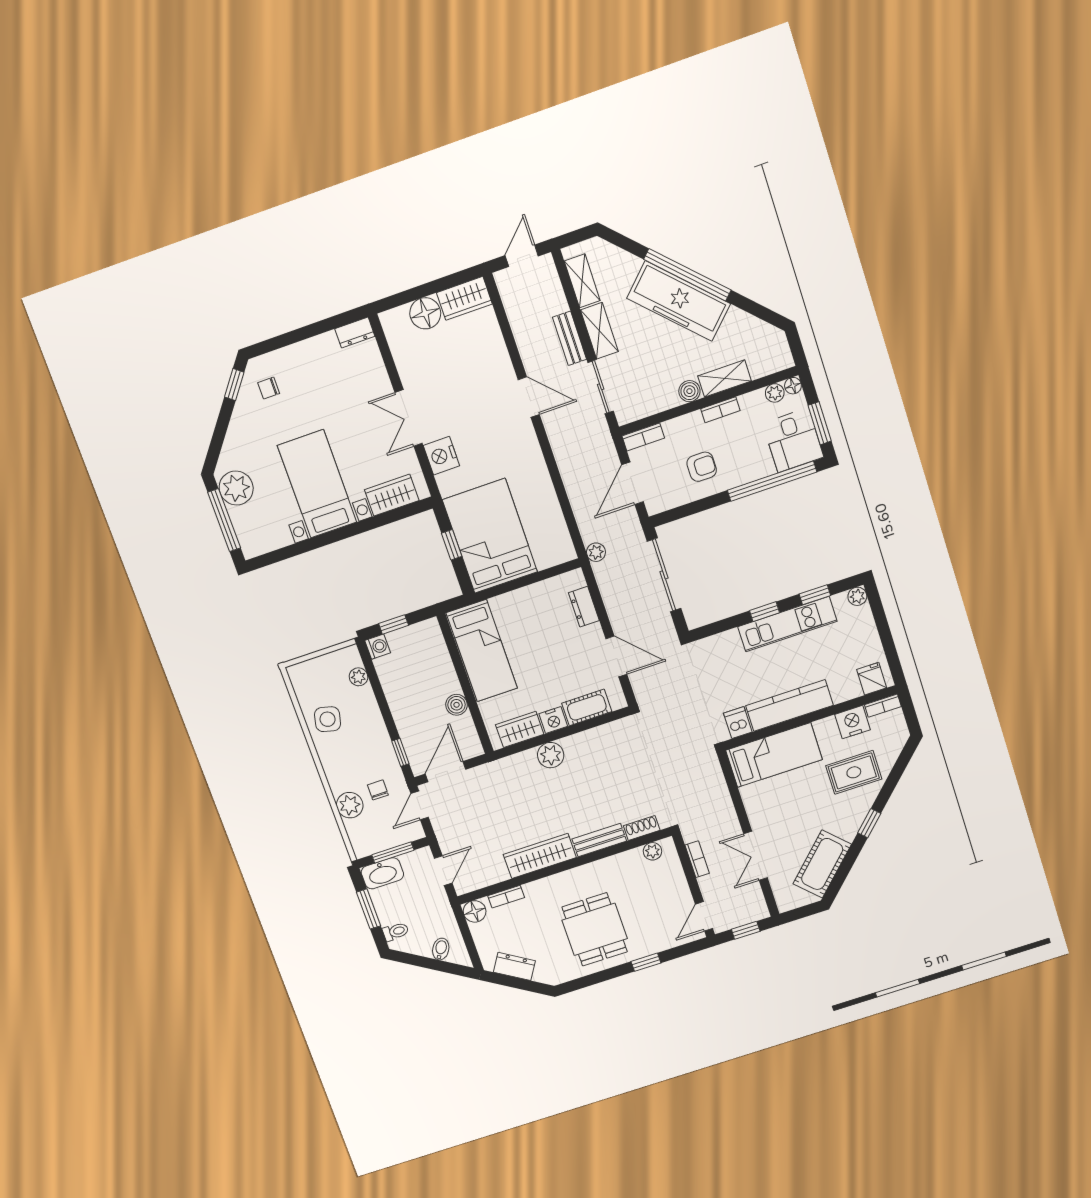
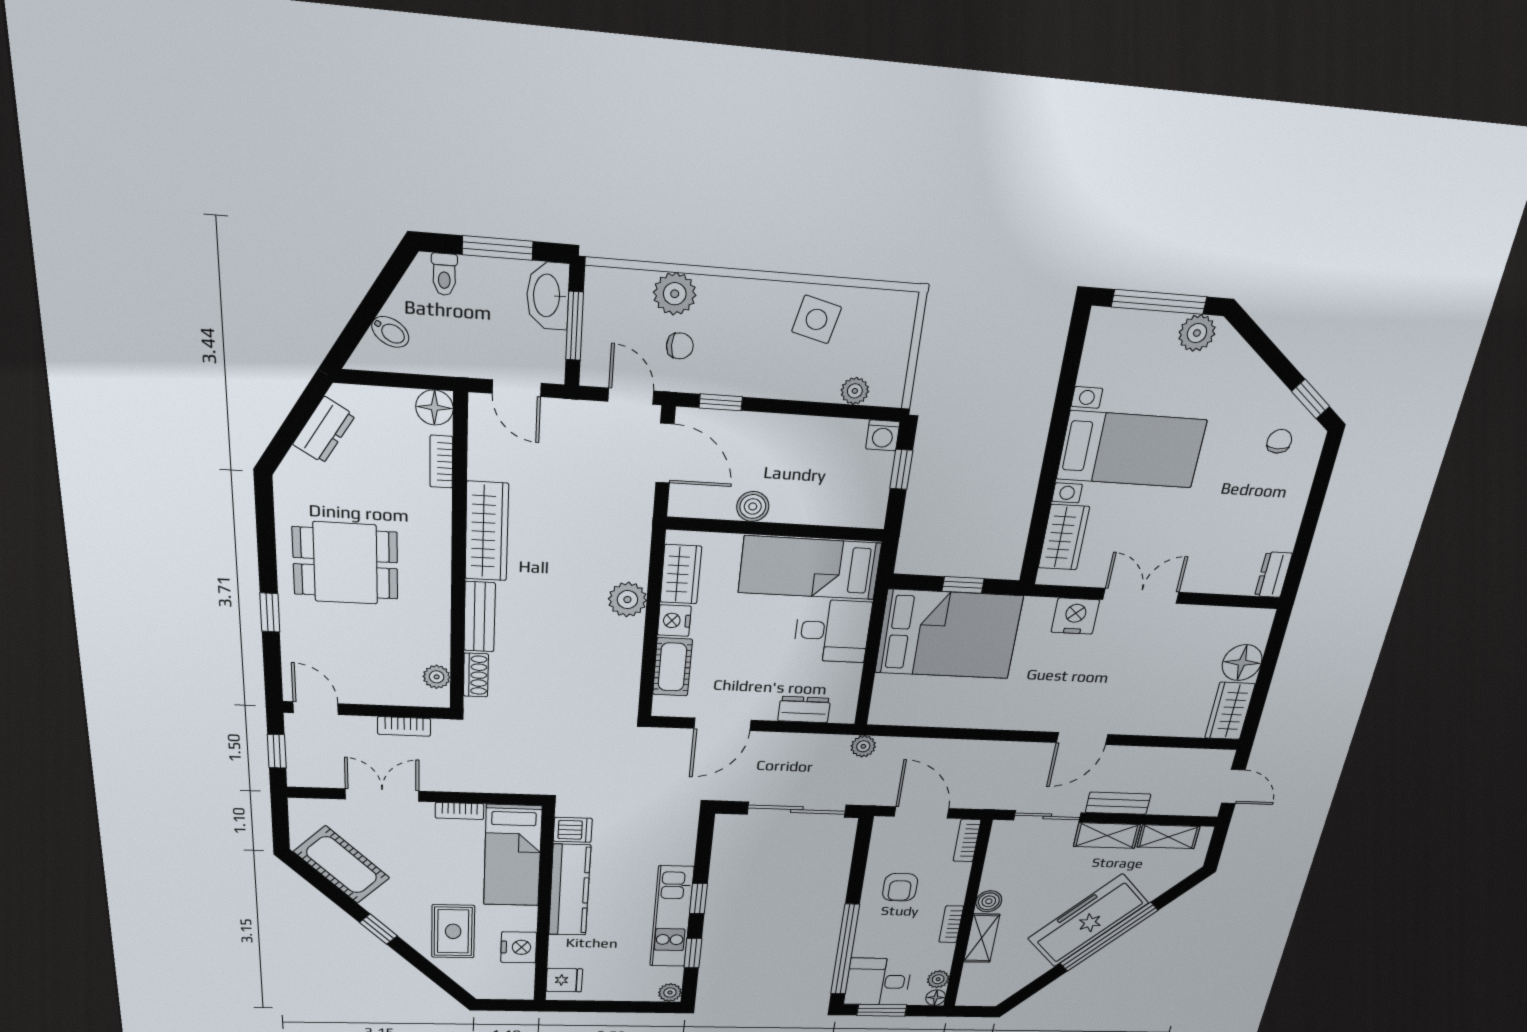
plant: (236, 488) -> (1197, 333), width x0.73, depth x0.73
desk: (519, 615) -> (832, 631), added
bookcase: (883, 706) -> (460, 811), moved, turned -90

